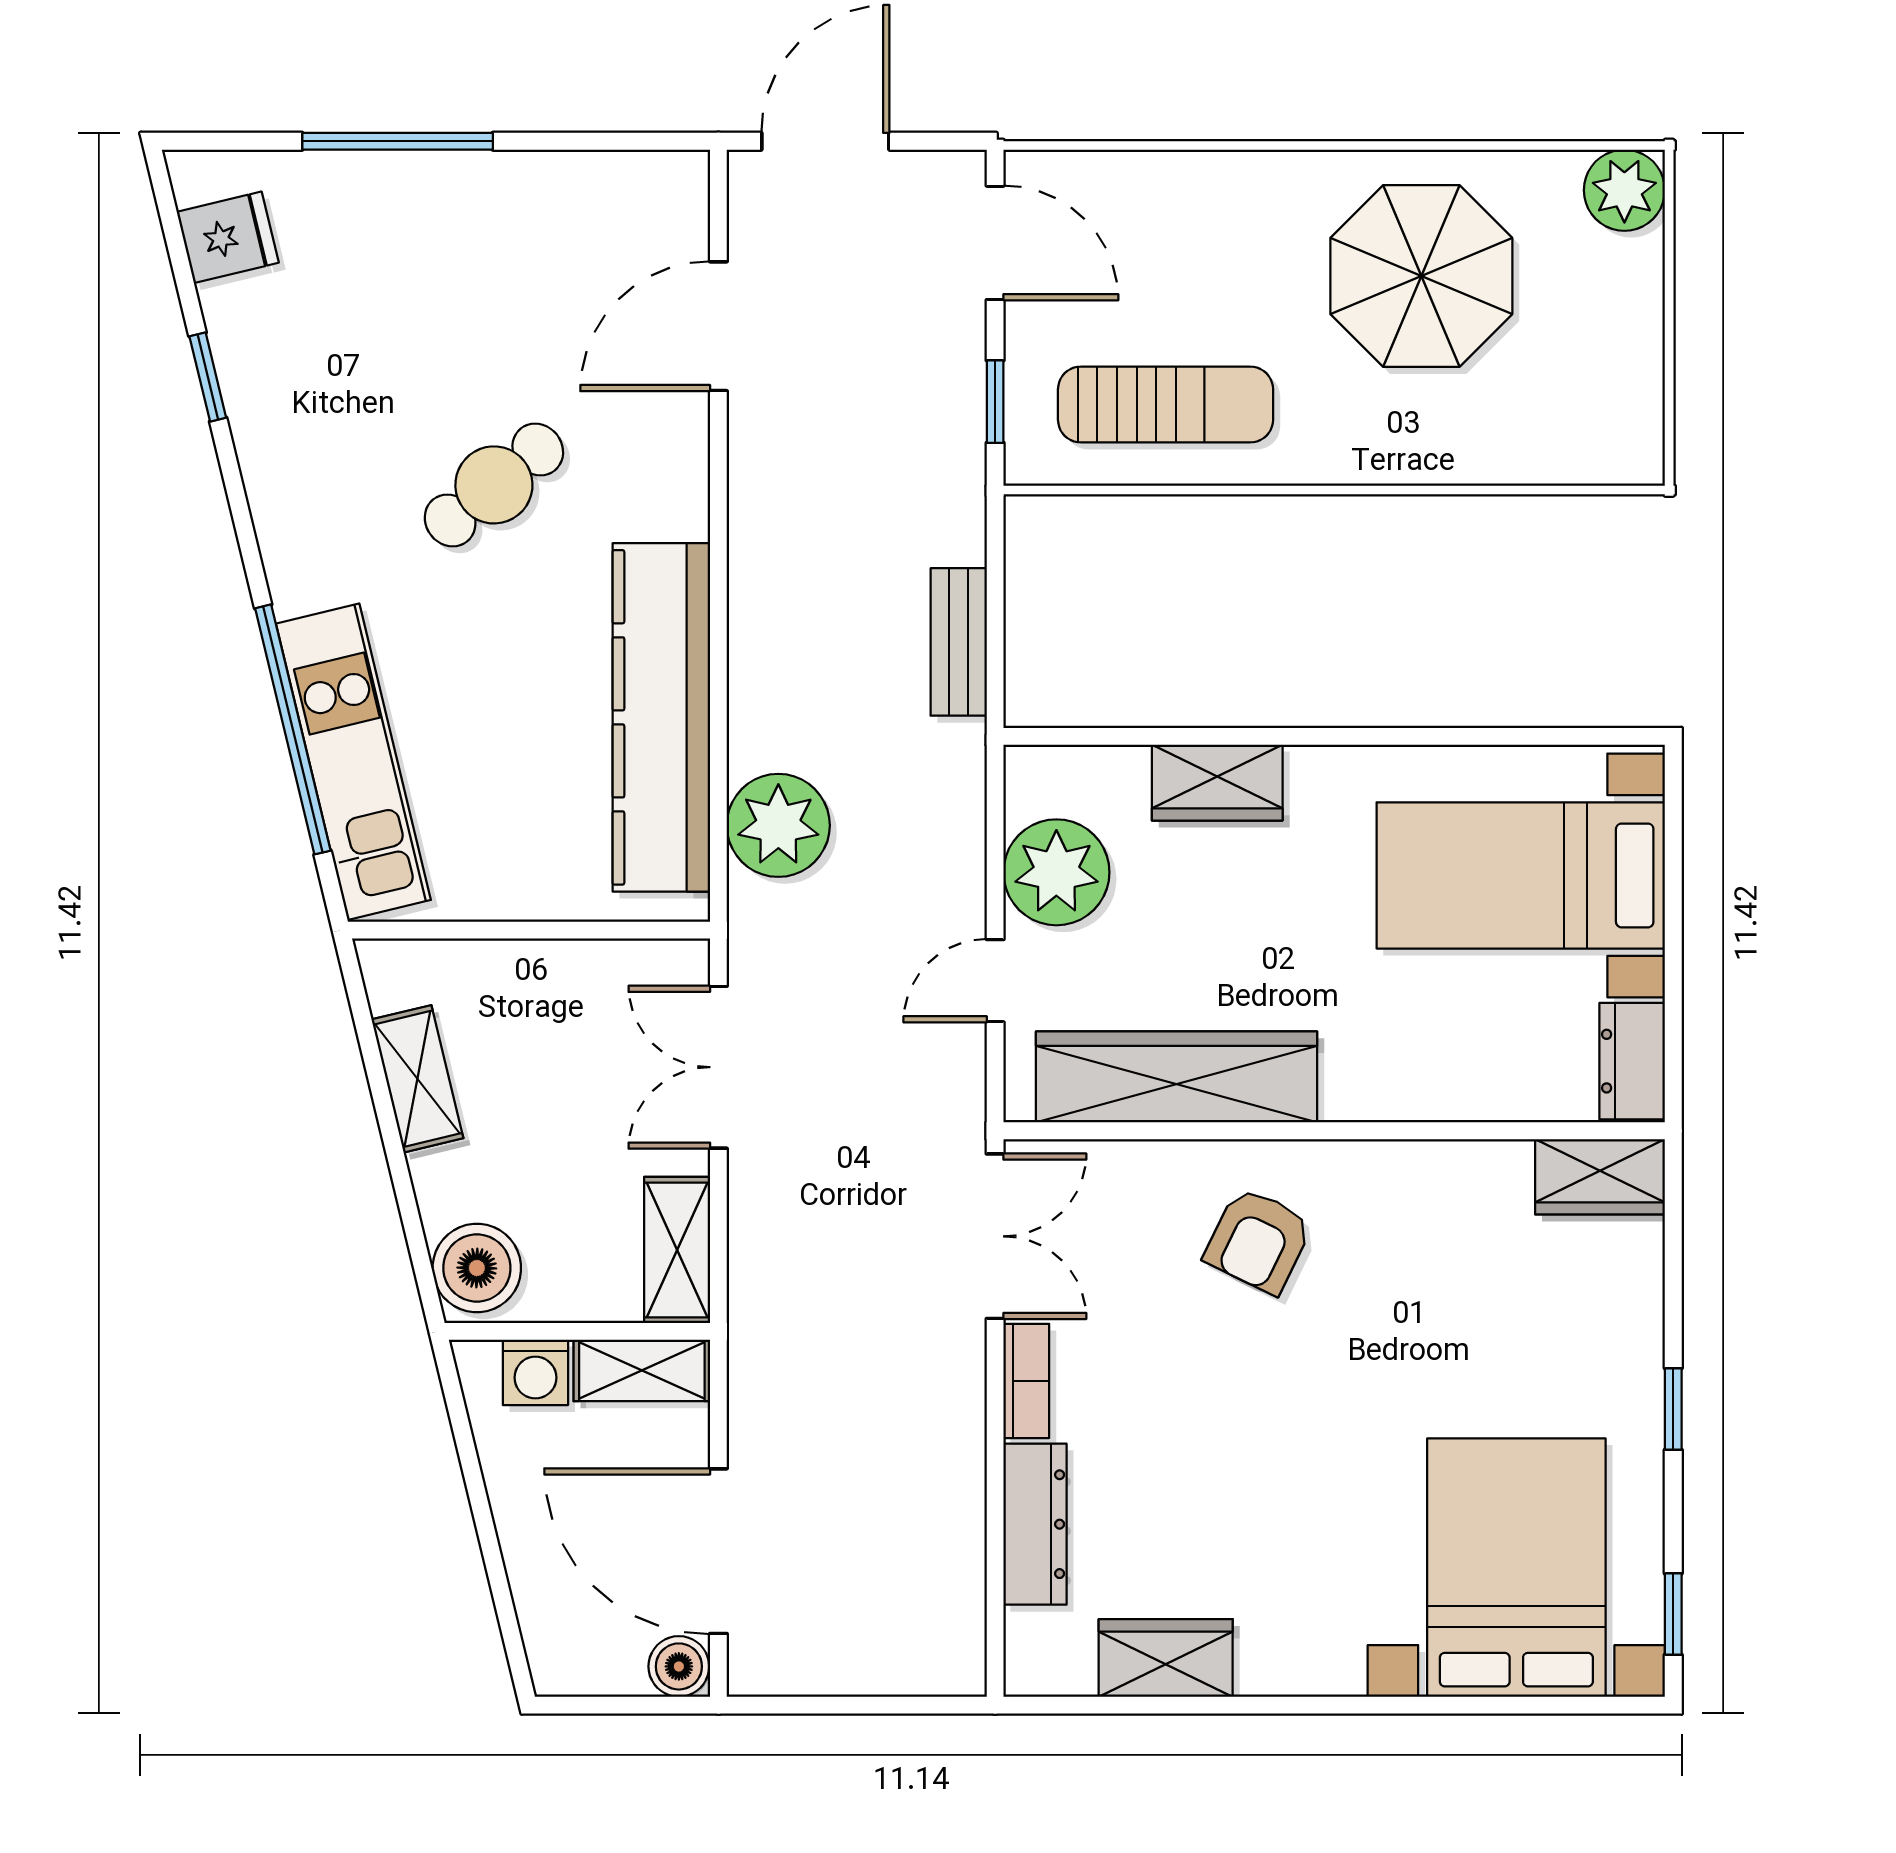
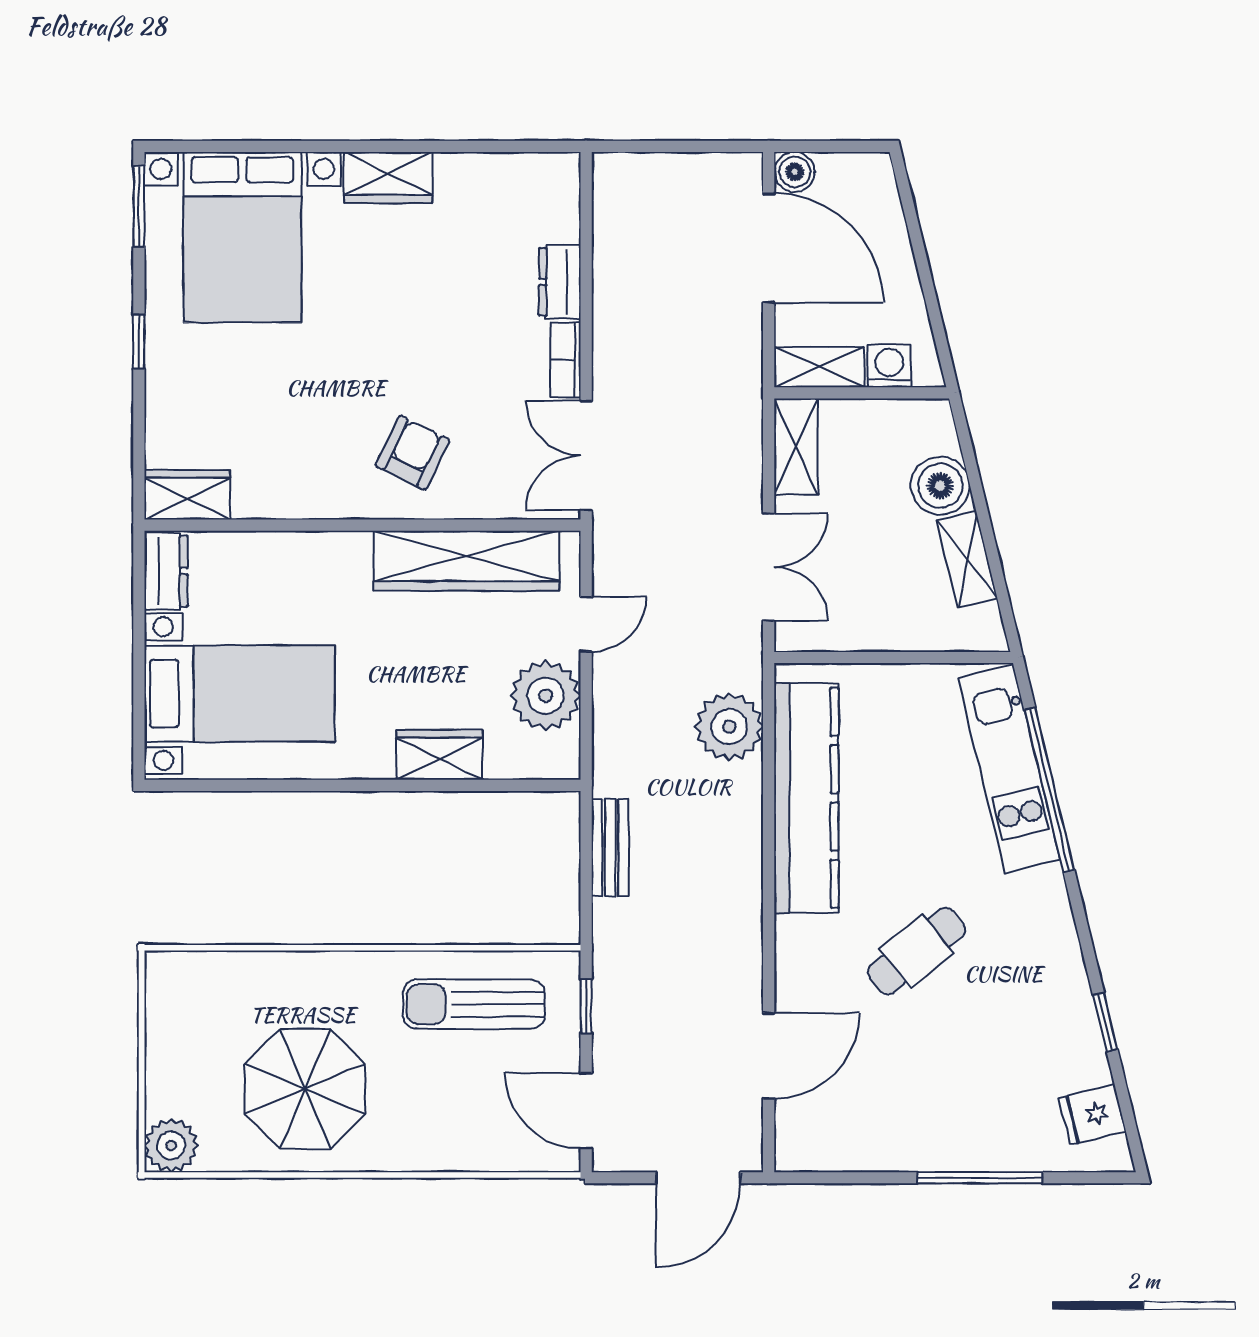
boiler: (477, 1268) -> (940, 486), moved
dresser: (1035, 1524) -> (560, 282), width x0.70
window: (1673, 1614) -> (139, 206), width x1.50
wardrobe: (1166, 1658) -> (388, 177), moved

